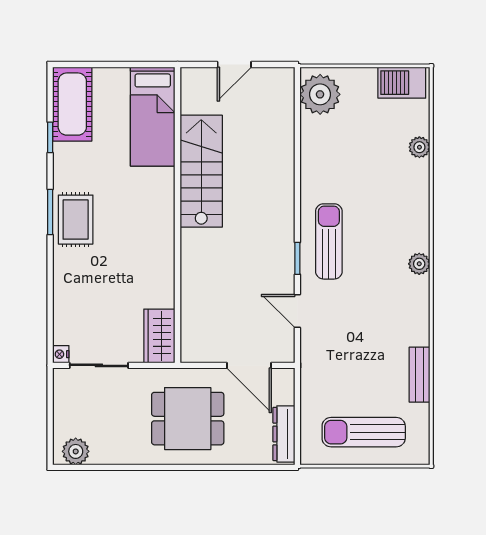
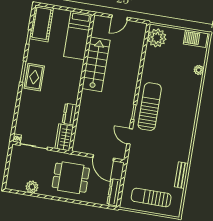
sun lounger: (329, 241) -> (150, 107), width x1.36, depth x1.34
plant: (419, 264) -> (190, 124), removed
dresser: (163, 285) -> (69, 114), added
plant: (76, 451) -> (32, 187), moved

